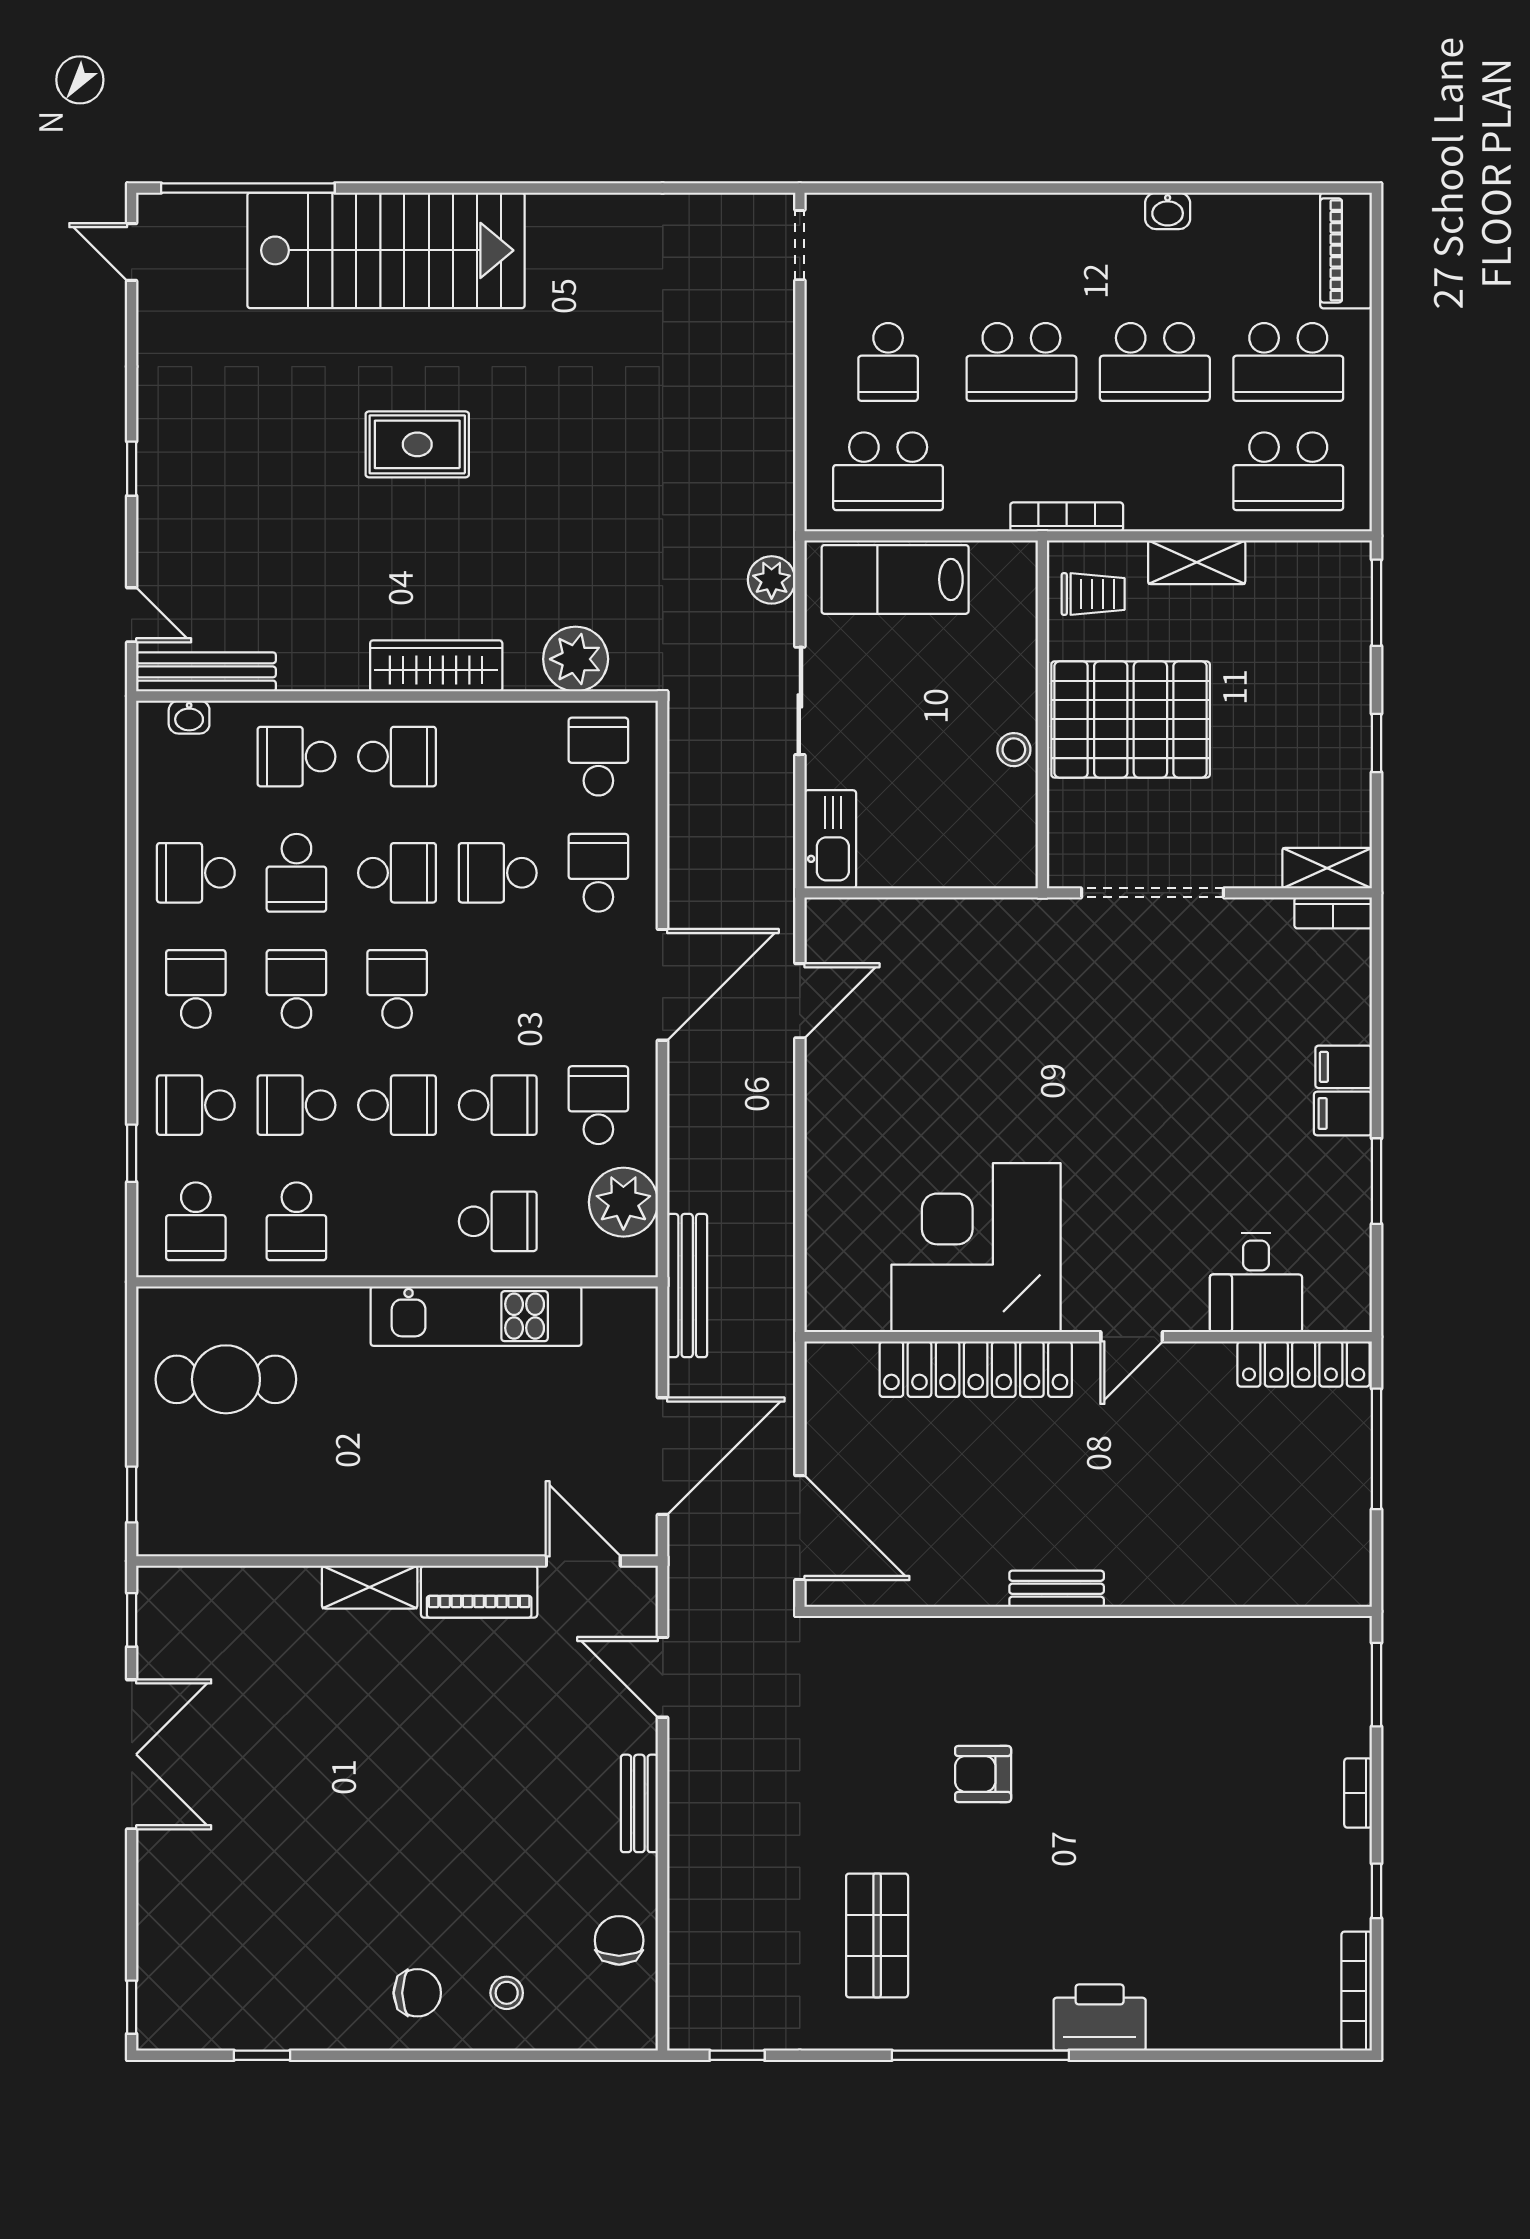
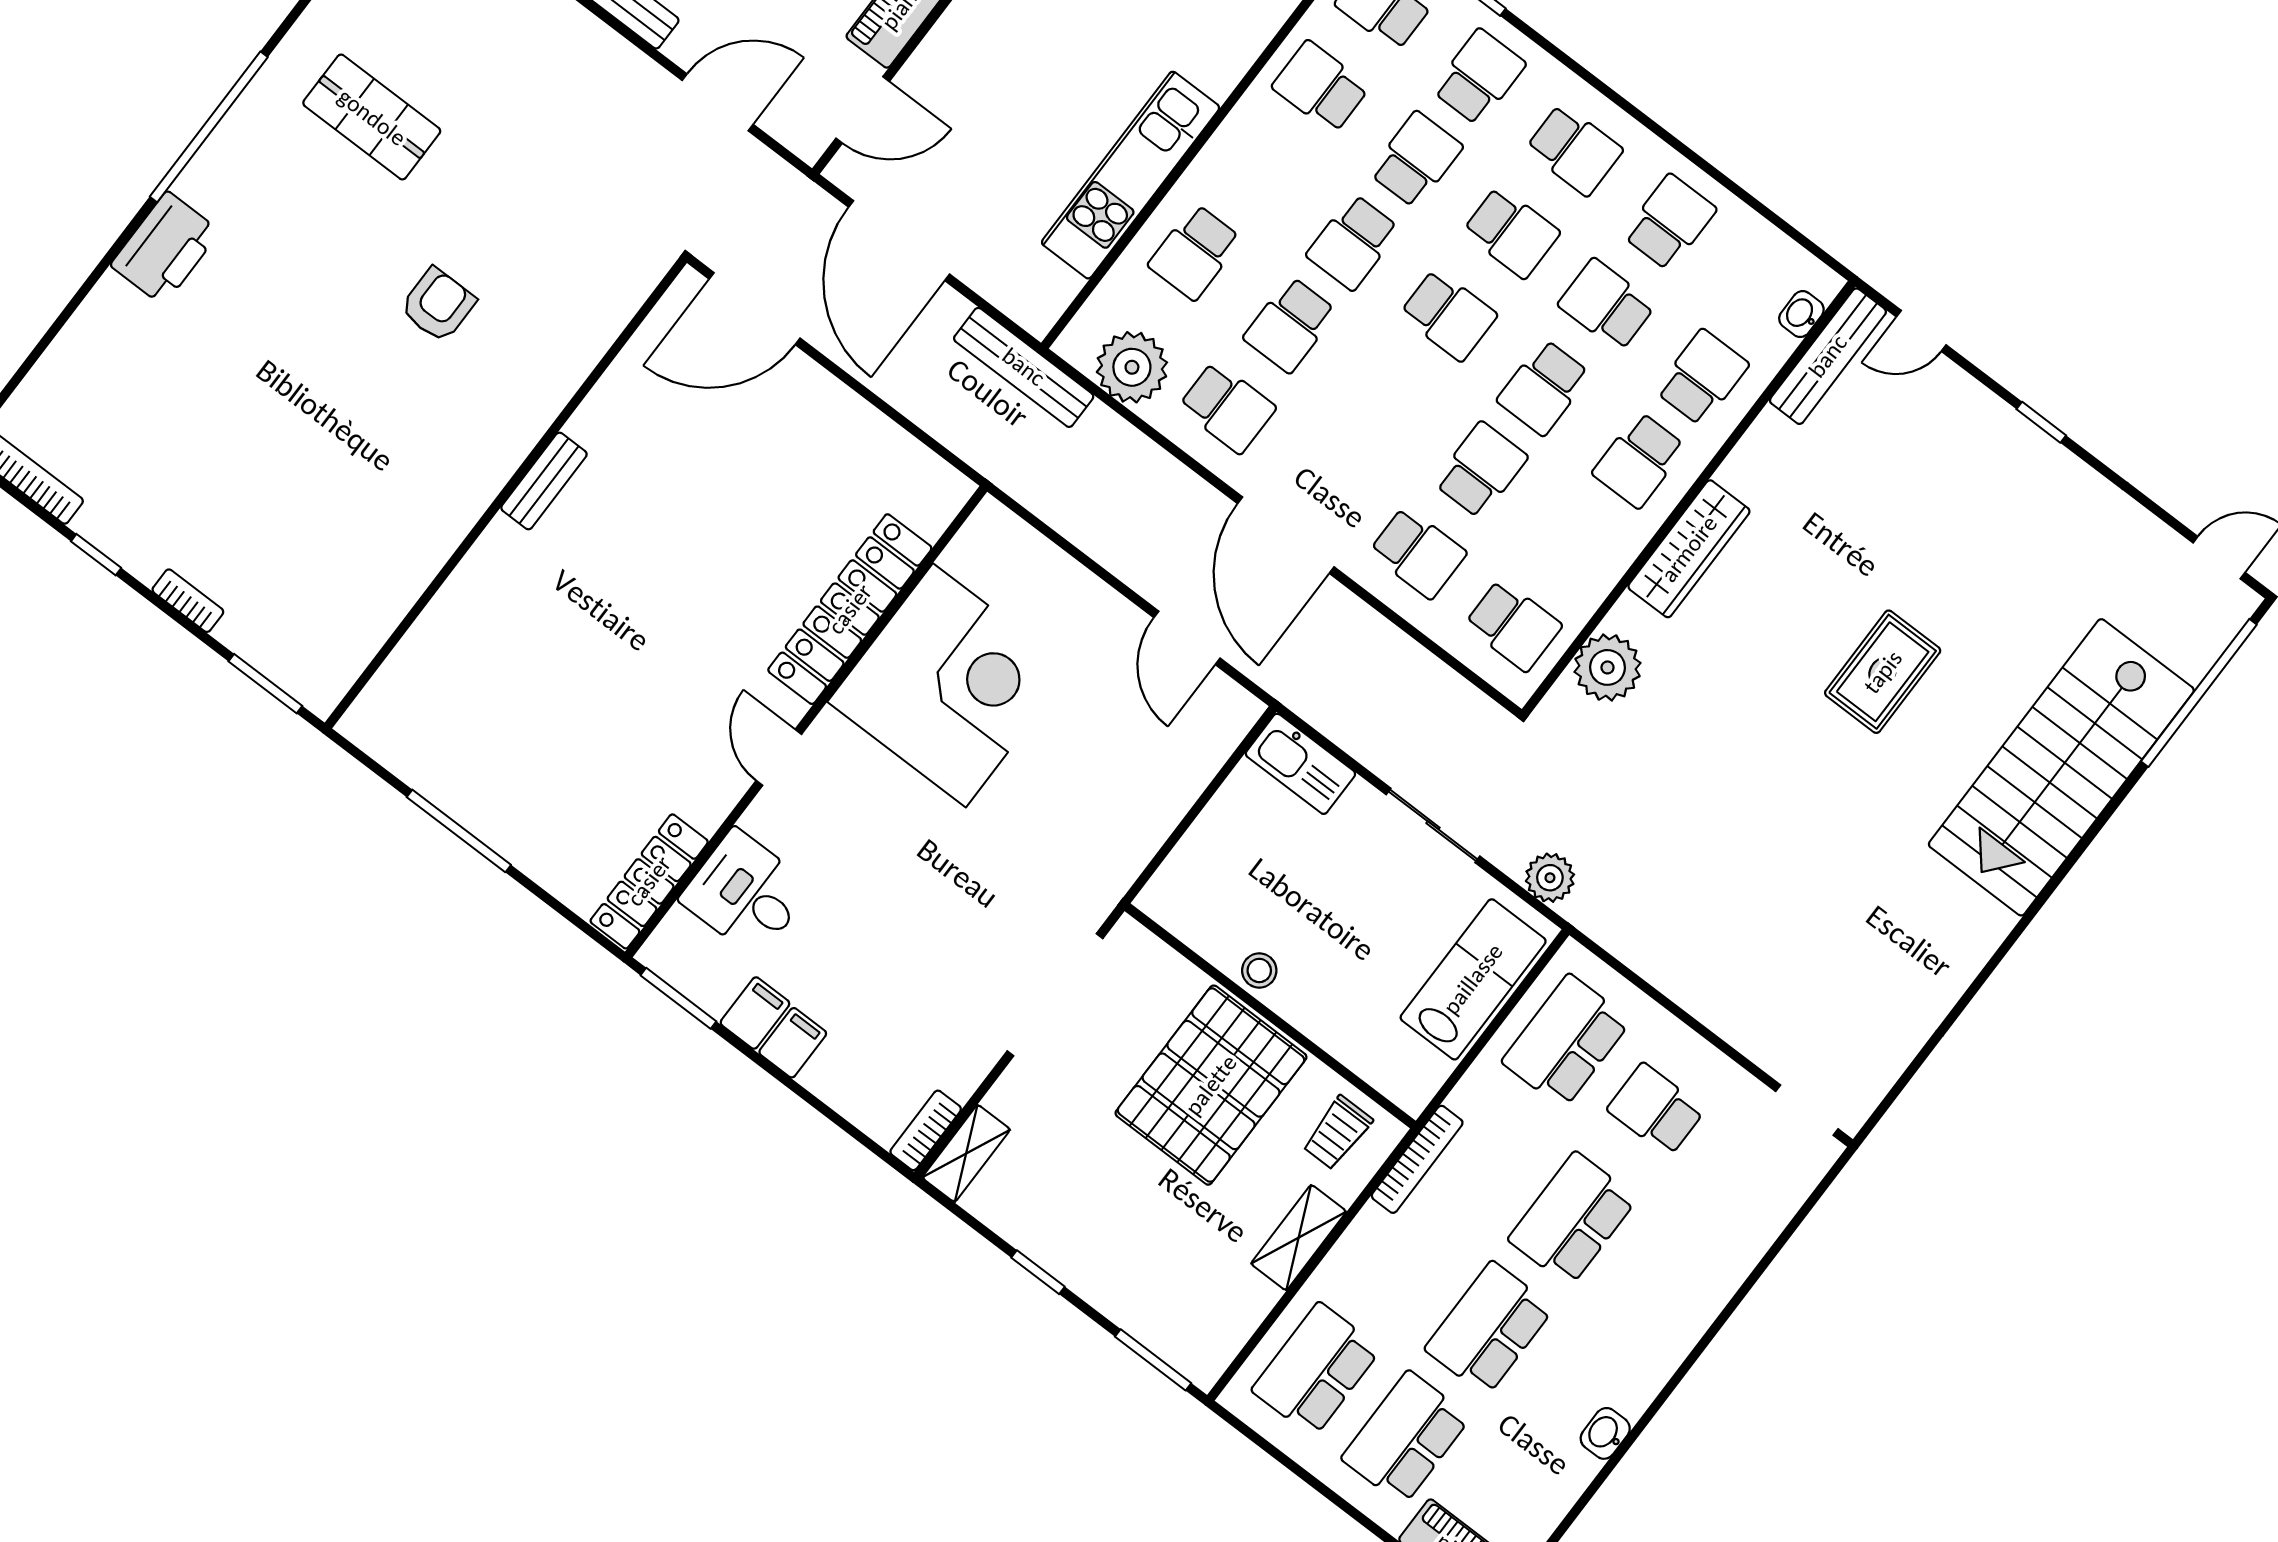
corner desk: (976, 1248) -> (949, 685), moved
desk: (1256, 1282) -> (746, 893), moved
wall: (1088, 1337) -> (806, 722), moved
door: (1132, 1337) -> (779, 757), moved
locker: (1304, 1364) -> (649, 881), moved
locker: (976, 1369) -> (850, 609), moved

